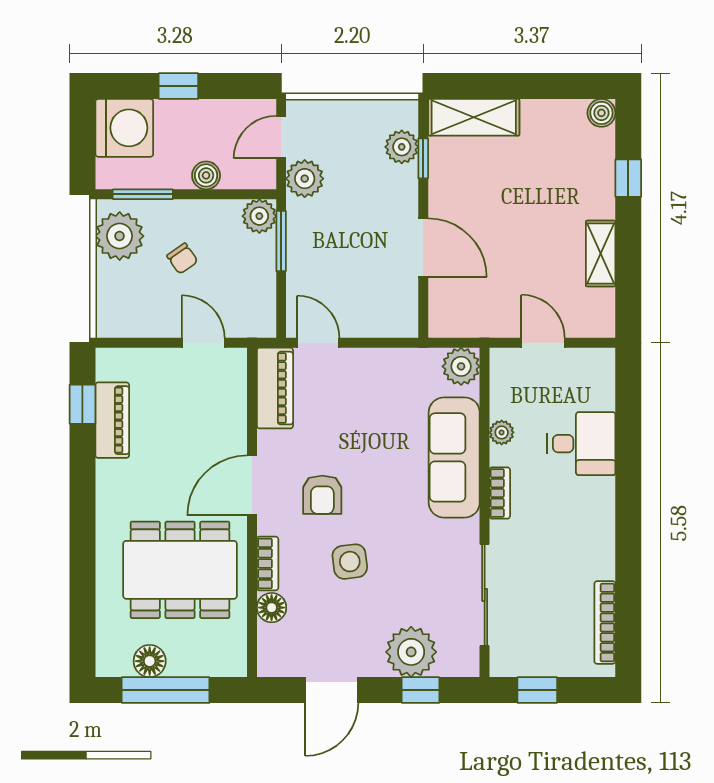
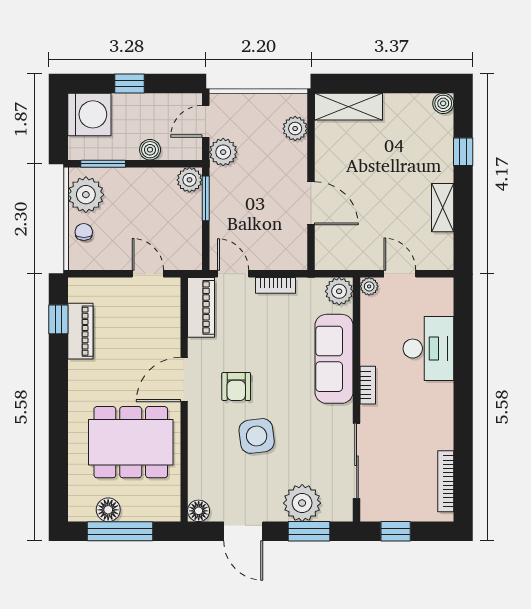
window: (423, 158) -> (311, 137), removed
chair: (182, 259) -> (84, 232), moved, turned -145
plant: (502, 432) -> (369, 286), moved
desk: (581, 444) -> (428, 349), width x1.37
side table: (350, 562) -> (257, 436), width x1.37, depth x1.37
bookcase: (268, 563) -> (275, 285), moved, turned 90
floor lamp: (272, 608) -> (199, 511), moved
door: (332, 690) -> (243, 531), hinge flipped
window: (420, 690) -> (309, 531), width x1.50

